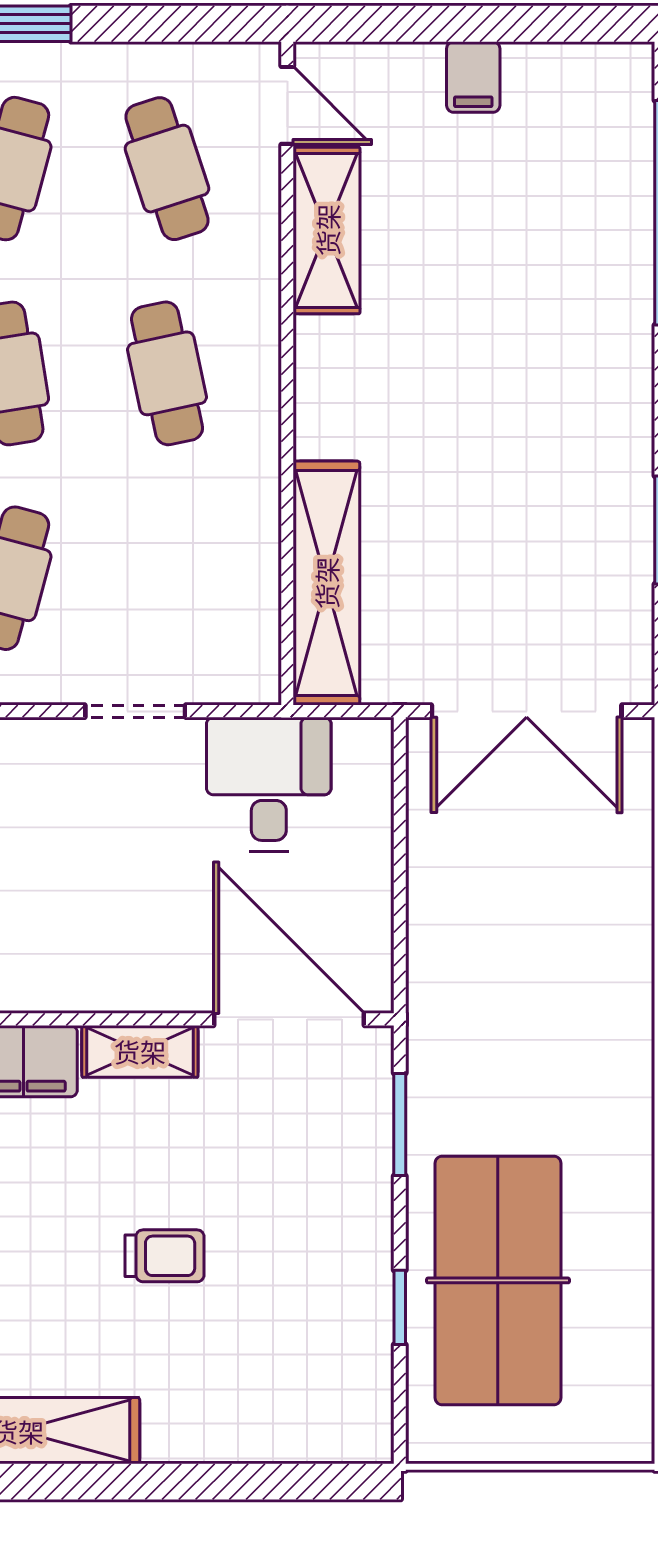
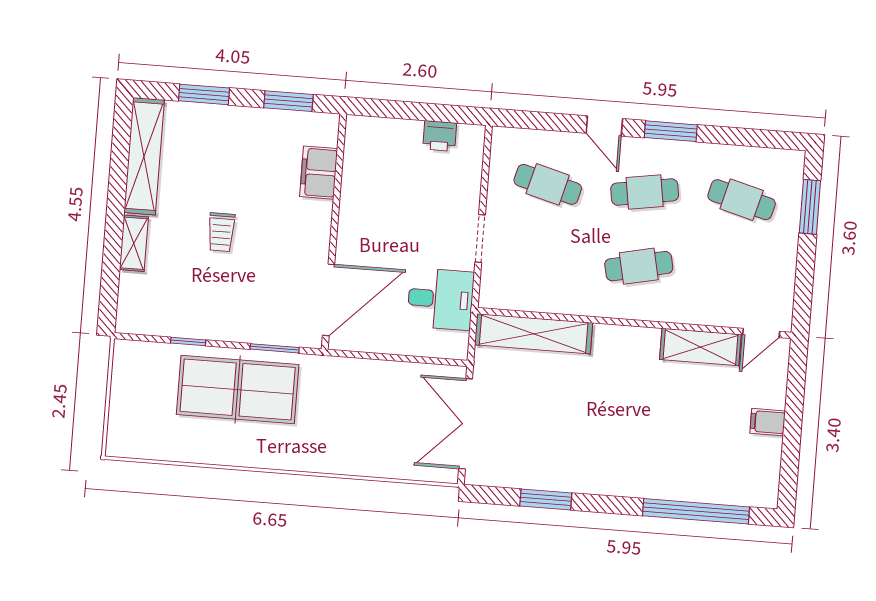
cafe table: (167, 169) -> (736, 274), removed
shelving: (140, 1051) -> (134, 243), moved
table tennis table: (498, 1280) -> (238, 389), moved

